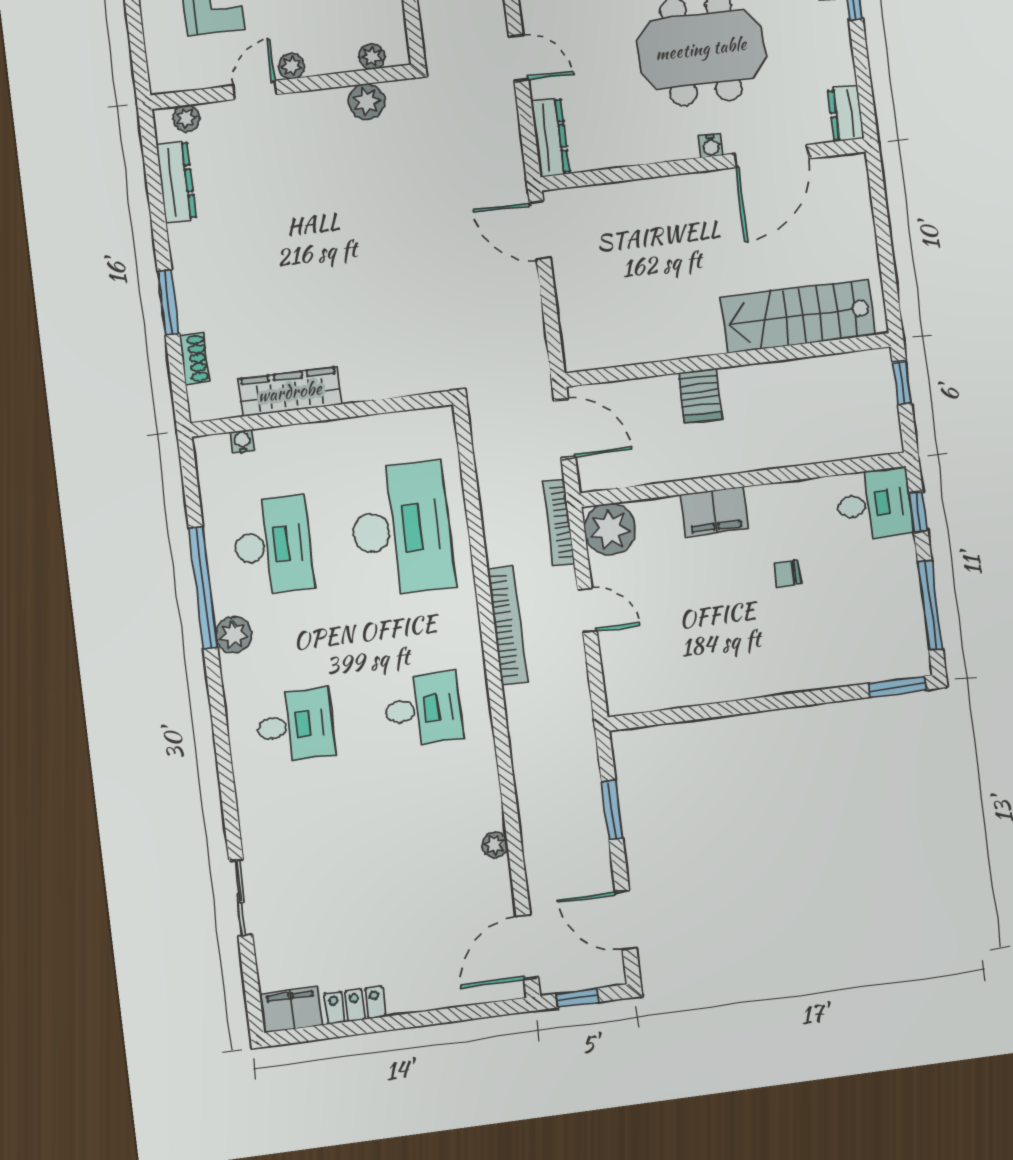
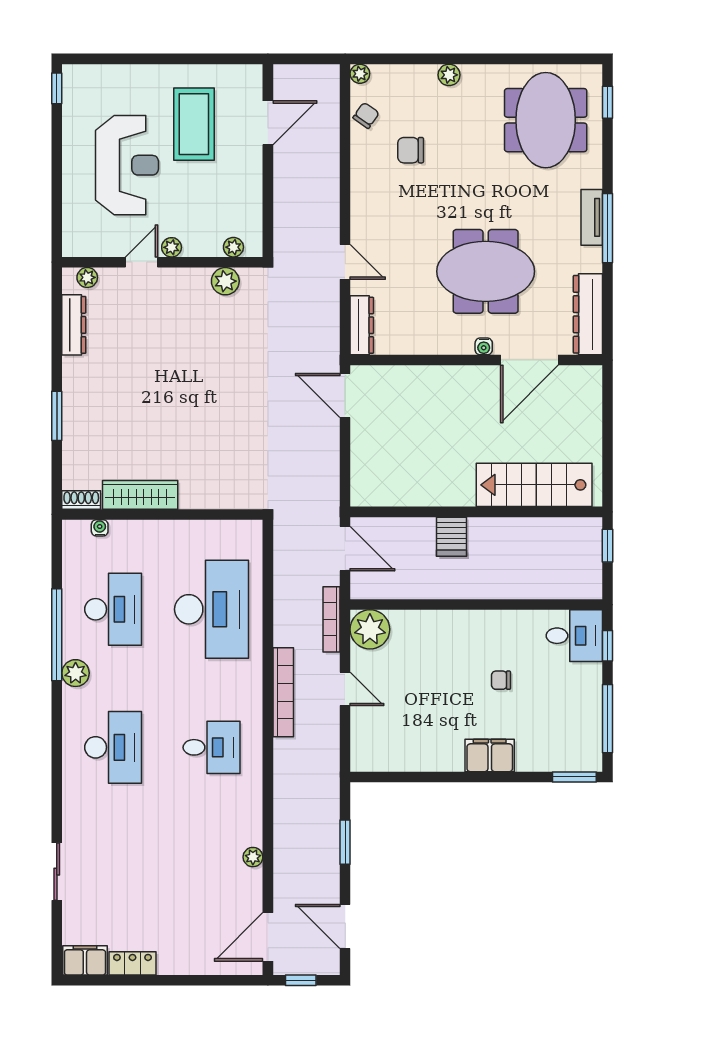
dresser: (846, 114) -> (588, 314), width x1.96, depth x1.24
shoe rack: (194, 359) -> (81, 500), moved, turned -90
filing cabinet: (715, 512) -> (490, 755), moved, turned 180
desk: (295, 725) -> (113, 747), width x1.37

